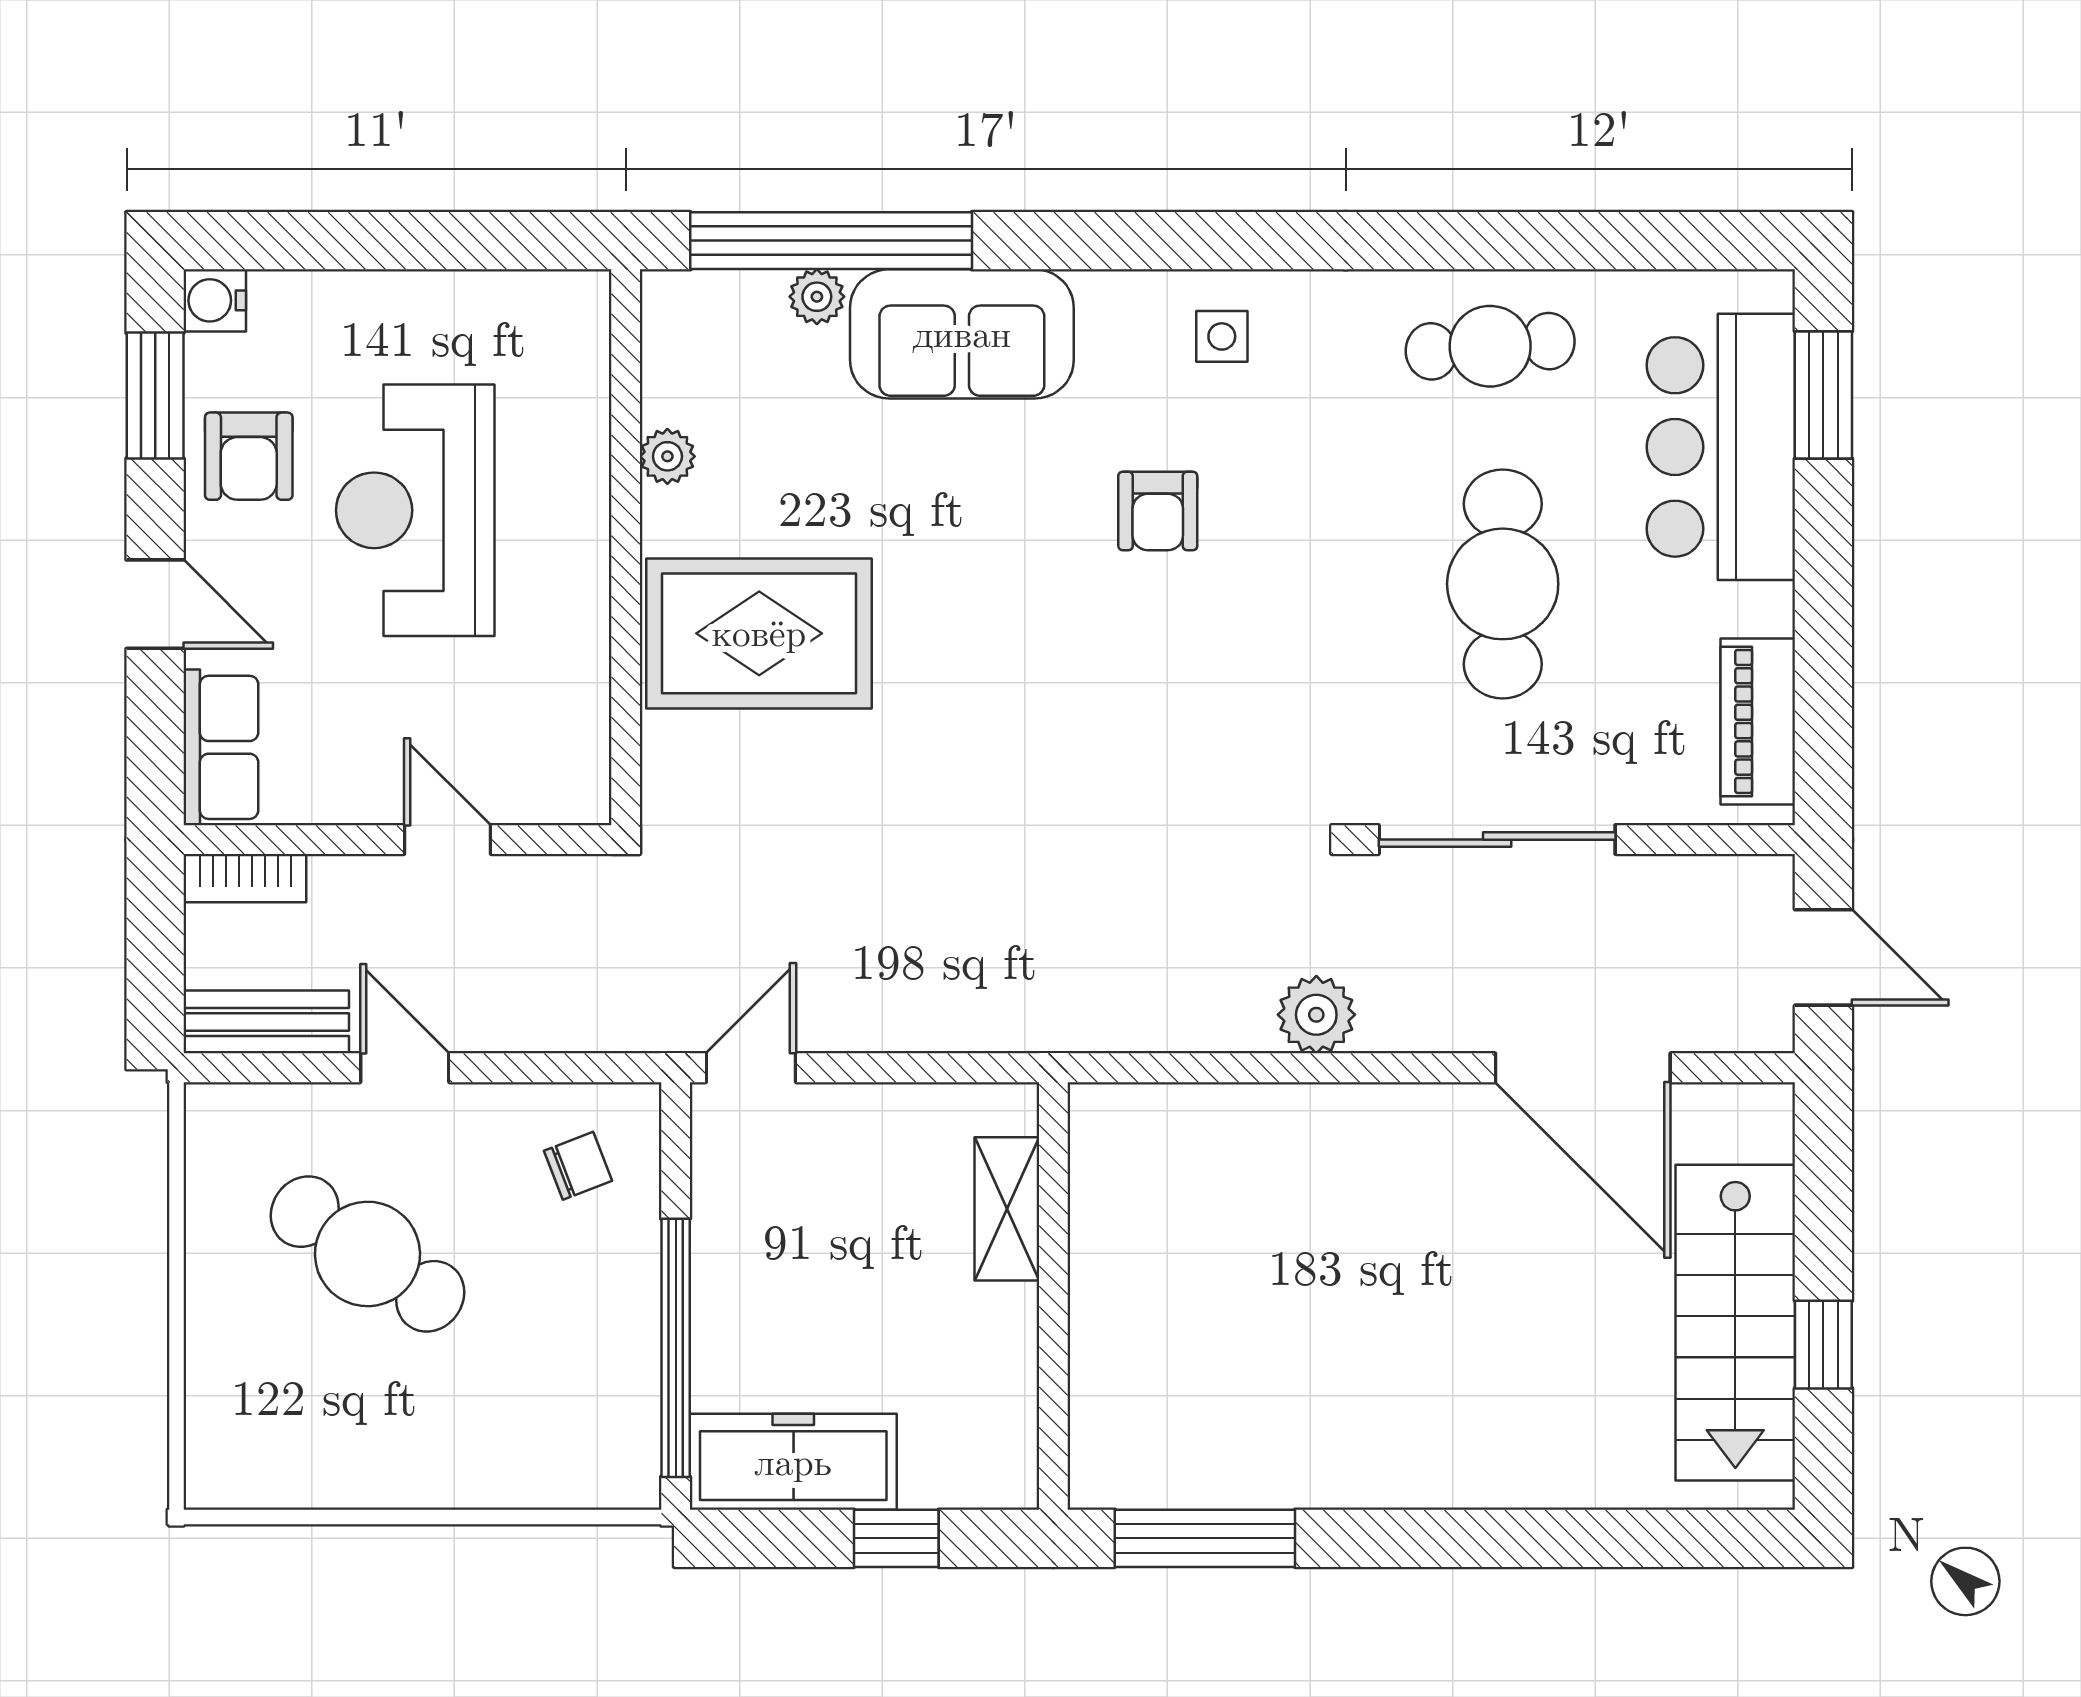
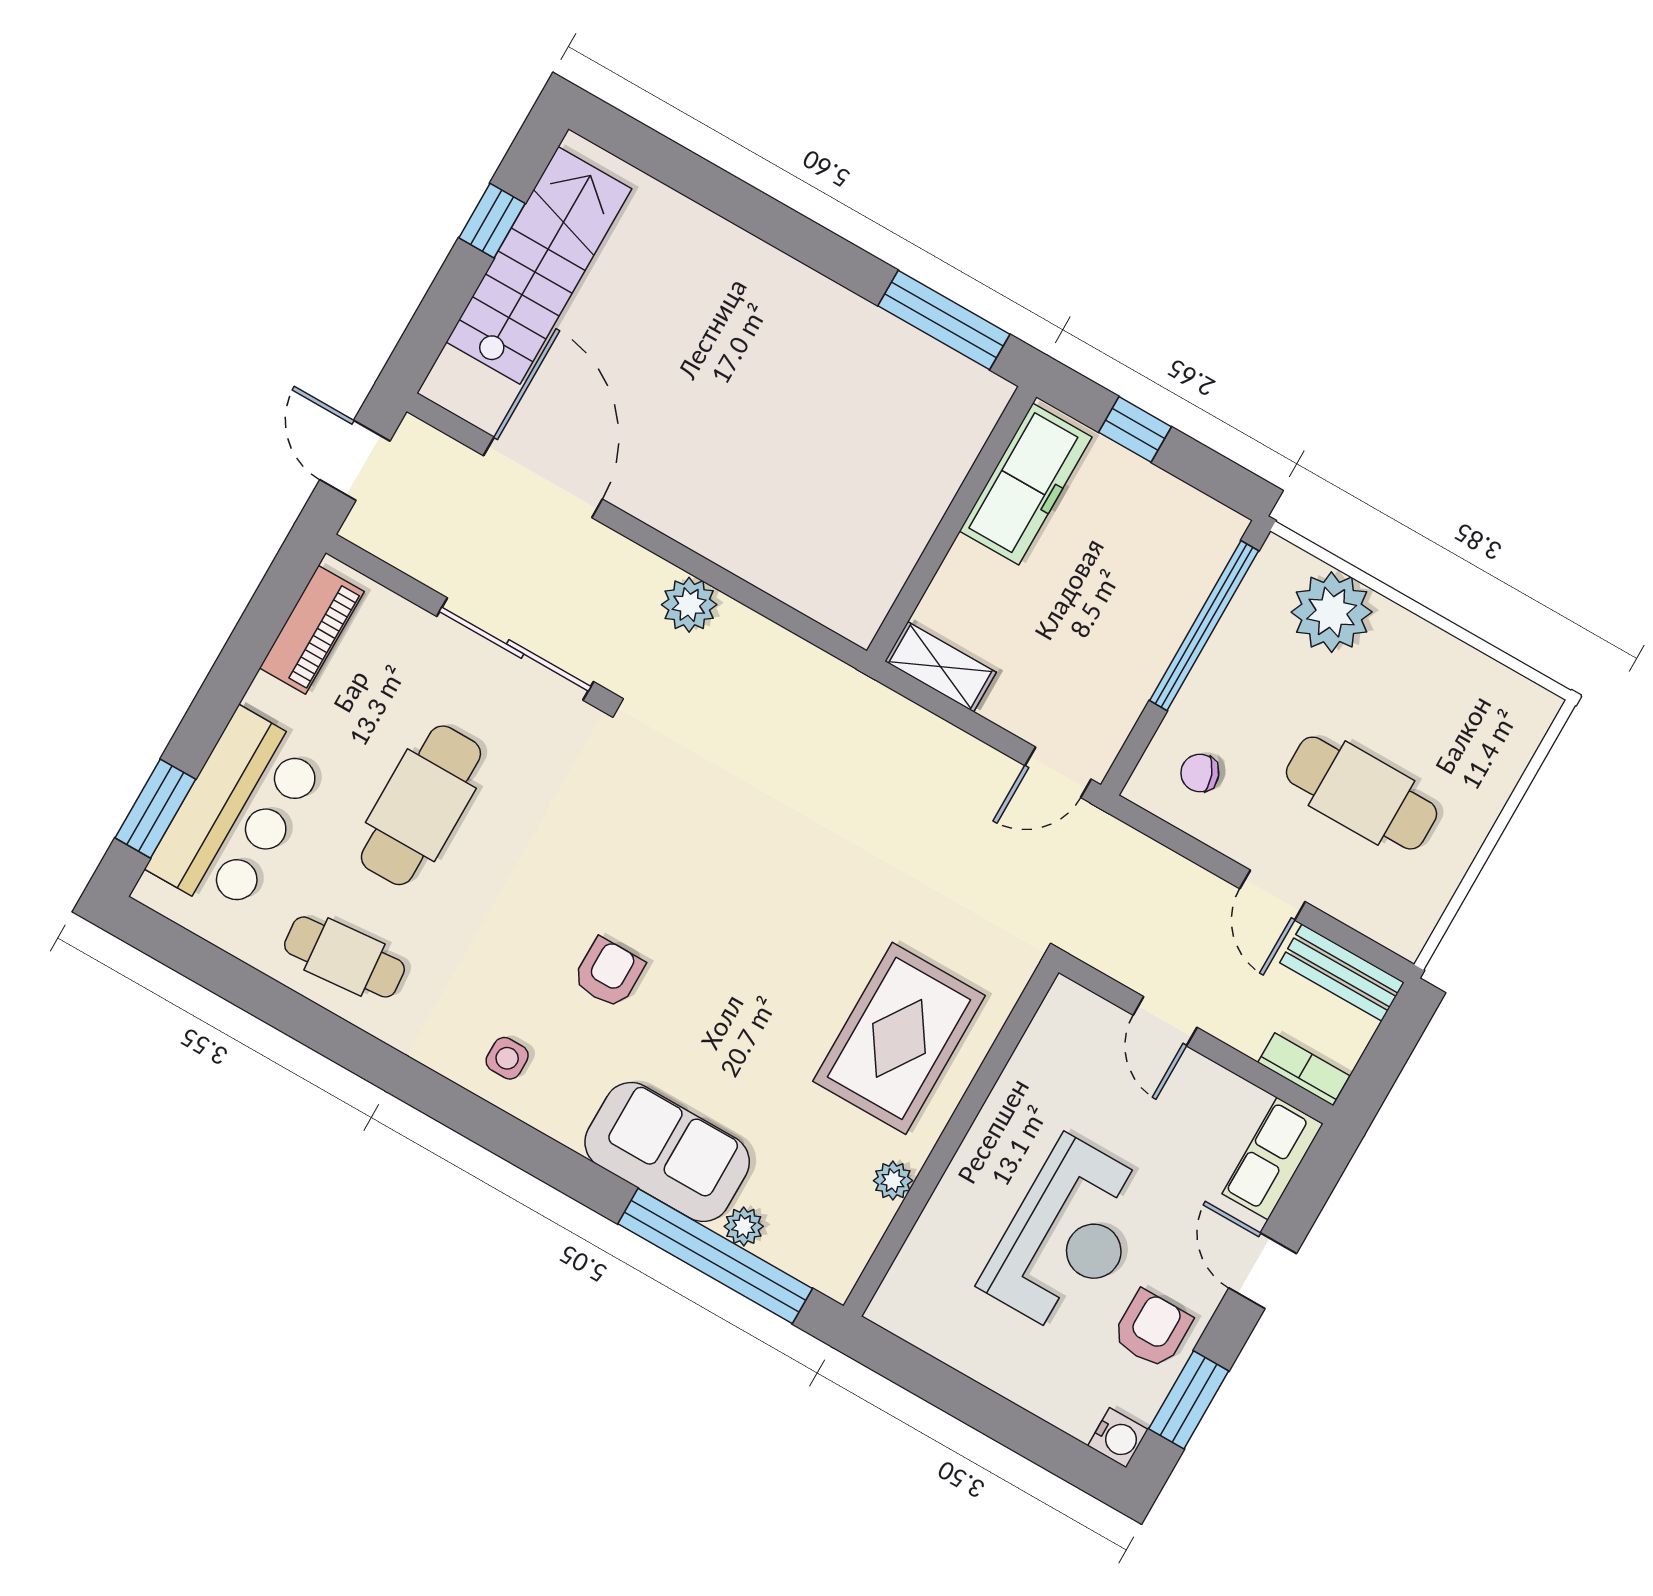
rug: (759, 633) -> (899, 1038), turned 90
shelving: (1007, 1209) -> (940, 667), moved, turned 90
cafe table: (367, 1254) -> (1362, 793), turned -34
plant: (530, 1453) -> (1332, 612), added
freezer: (793, 1462) -> (1026, 484), moved, turned -90

